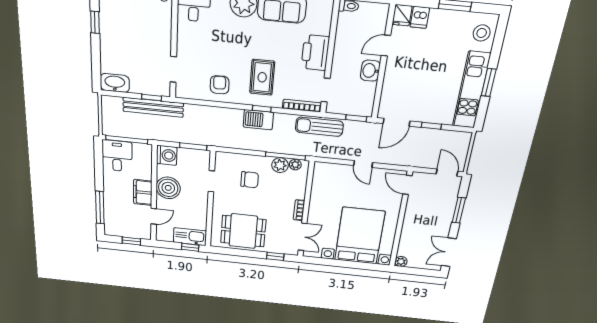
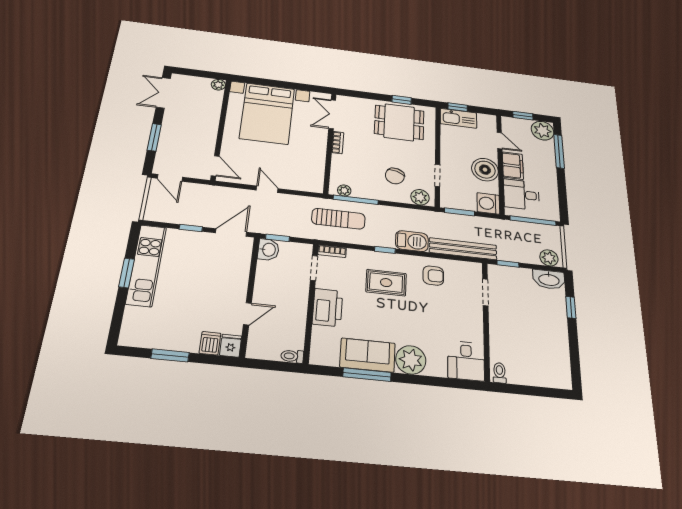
window: (95, 22) -> (571, 307), moved
stool: (482, 33) -> (137, 326), removed
washbasin: (370, 71) -> (268, 250), moved
rug: (262, 77) -> (386, 283), turned 90
armchair: (220, 85) -> (433, 276), turned -88
plant: (114, 104) -> (549, 258), added
bookcase: (302, 106) -> (332, 251), width x0.64
bench: (153, 107) -> (463, 249), moved
barbecue: (258, 120) -> (412, 241), moved
sun lounger: (319, 127) -> (338, 219), moved
desk: (117, 156) -> (521, 195), moved, turned 90
plant: (280, 165) -> (420, 197), moved
chair: (250, 180) -> (395, 176), turned -72
door: (154, 216) -> (500, 141), swing flipped
plant: (114, 227) -> (543, 131), added
double door: (449, 252) -> (163, 93), swing flipped
window: (275, 256) -> (402, 100), moved

